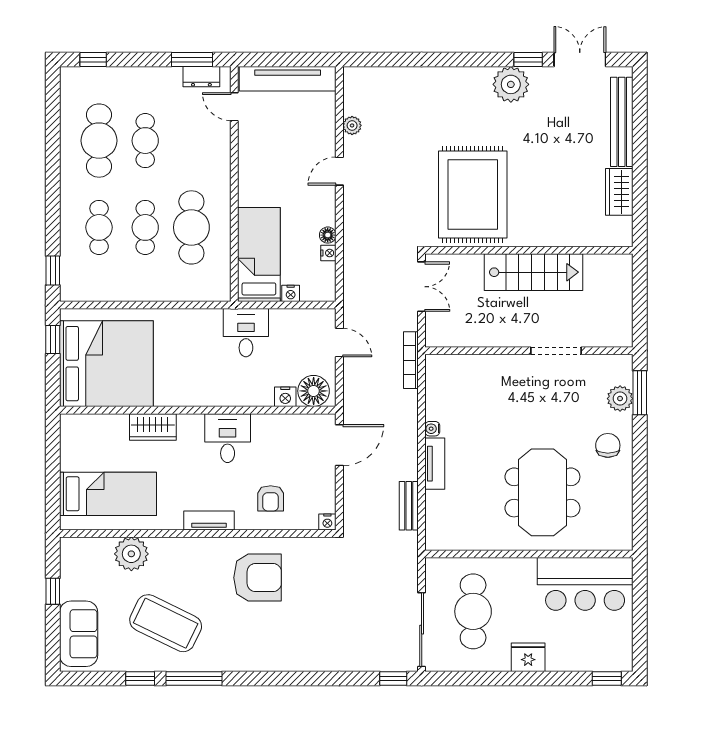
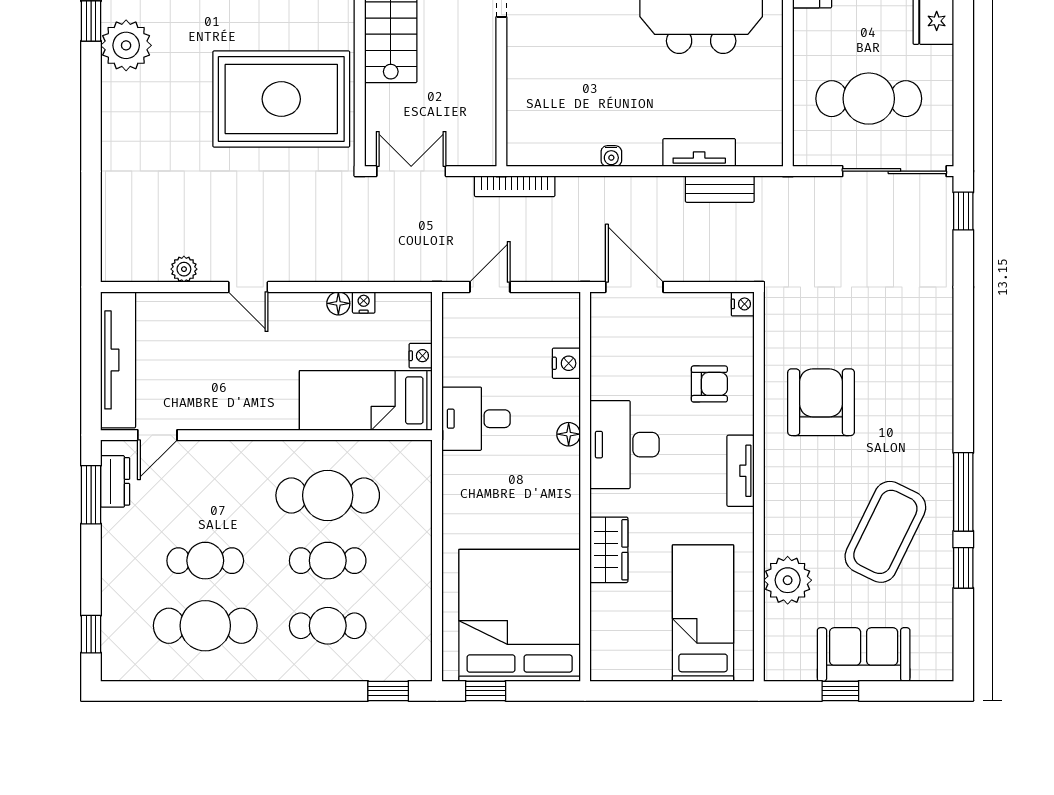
floor lamp: (314, 391) -> (569, 434), moved, width x0.53, depth x0.53
desk: (228, 438) -> (625, 445), width x1.37
tv unit: (435, 464) -> (699, 152), moved
sofa: (79, 634) -> (864, 655), moved

